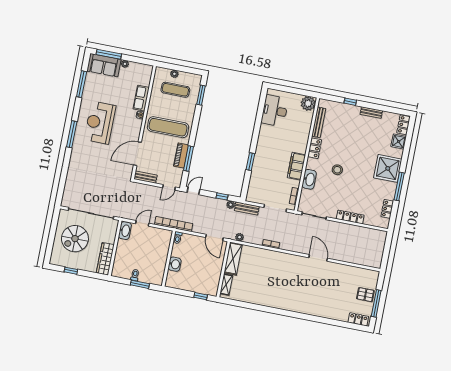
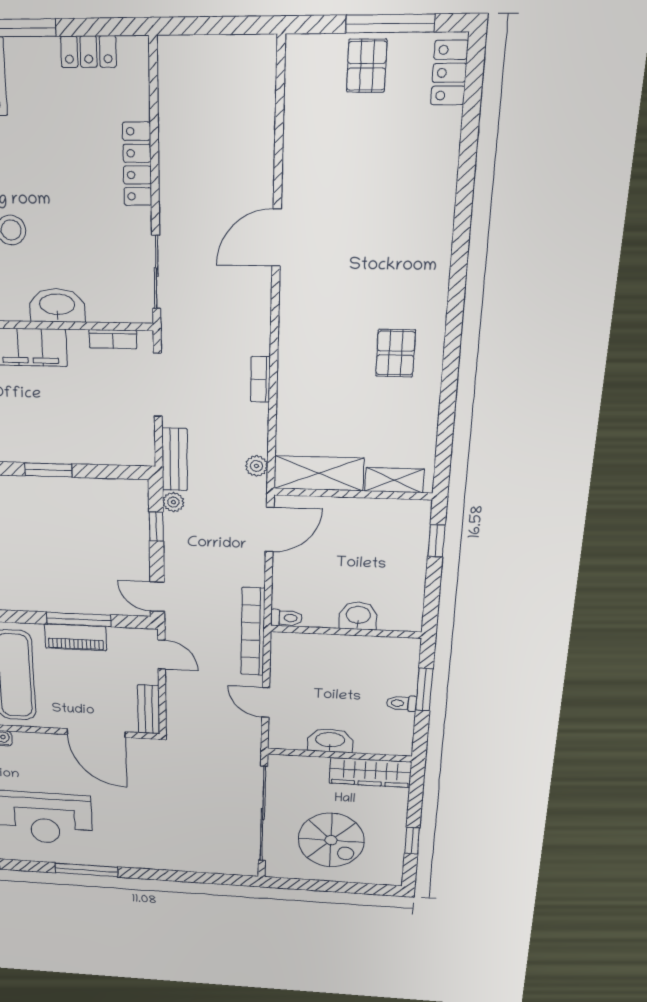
washbasin: (125, 231) -> (330, 740), moved
pallet: (272, 291) -> (396, 353), added

